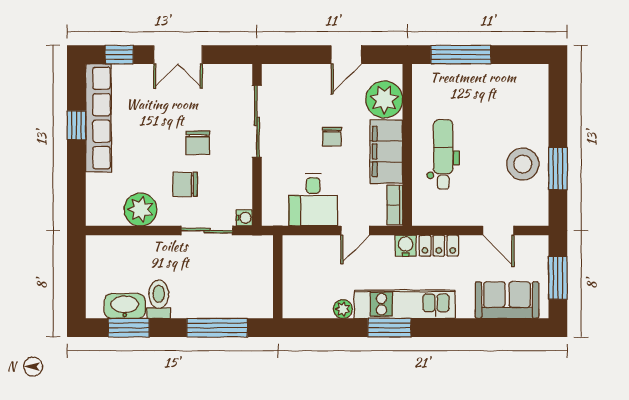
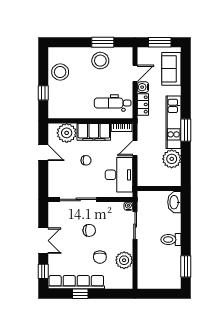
window: (461, 55) -> (43, 93), width x0.46
stool: (501, 87) -> (60, 72), added
dental chair: (443, 154) -> (113, 103), moved
chair: (185, 184) -> (100, 257), moved
desk: (313, 200) -> (119, 175), width x1.37
door: (355, 231) -> (135, 148), swing flipped
water cooler: (406, 246) -> (143, 87), moved
toilet: (159, 299) -> (171, 240), moved
washbasin: (125, 306) -> (174, 202), moved
plant: (343, 309) -> (172, 159), width x1.87, depth x1.87
window: (217, 328) -> (186, 220), removed

